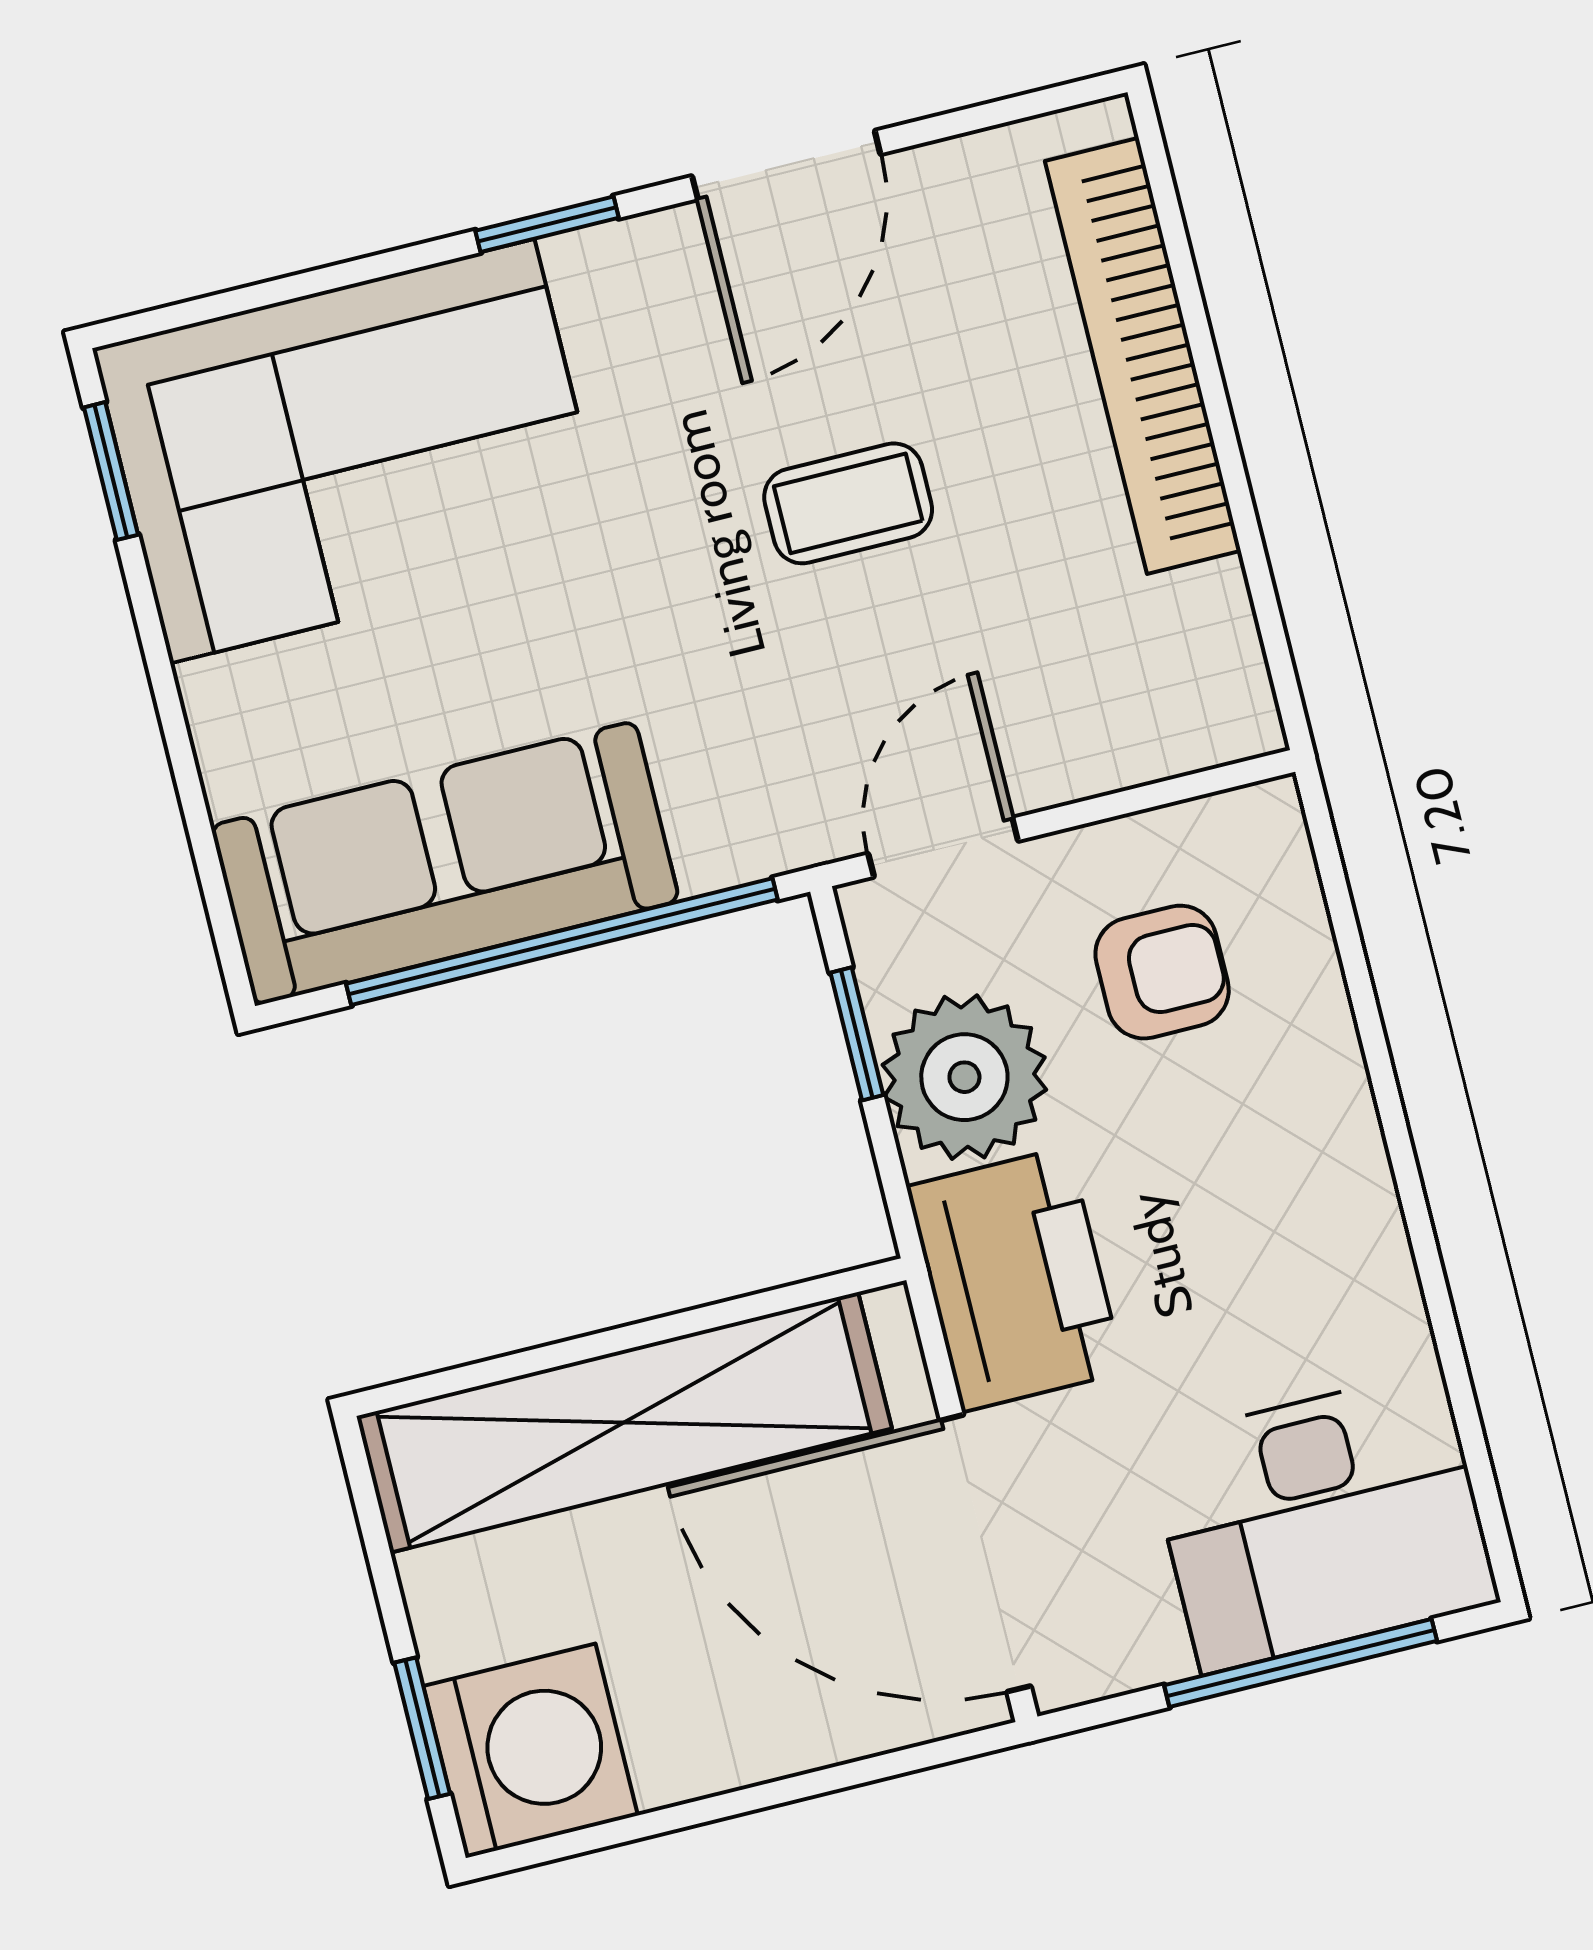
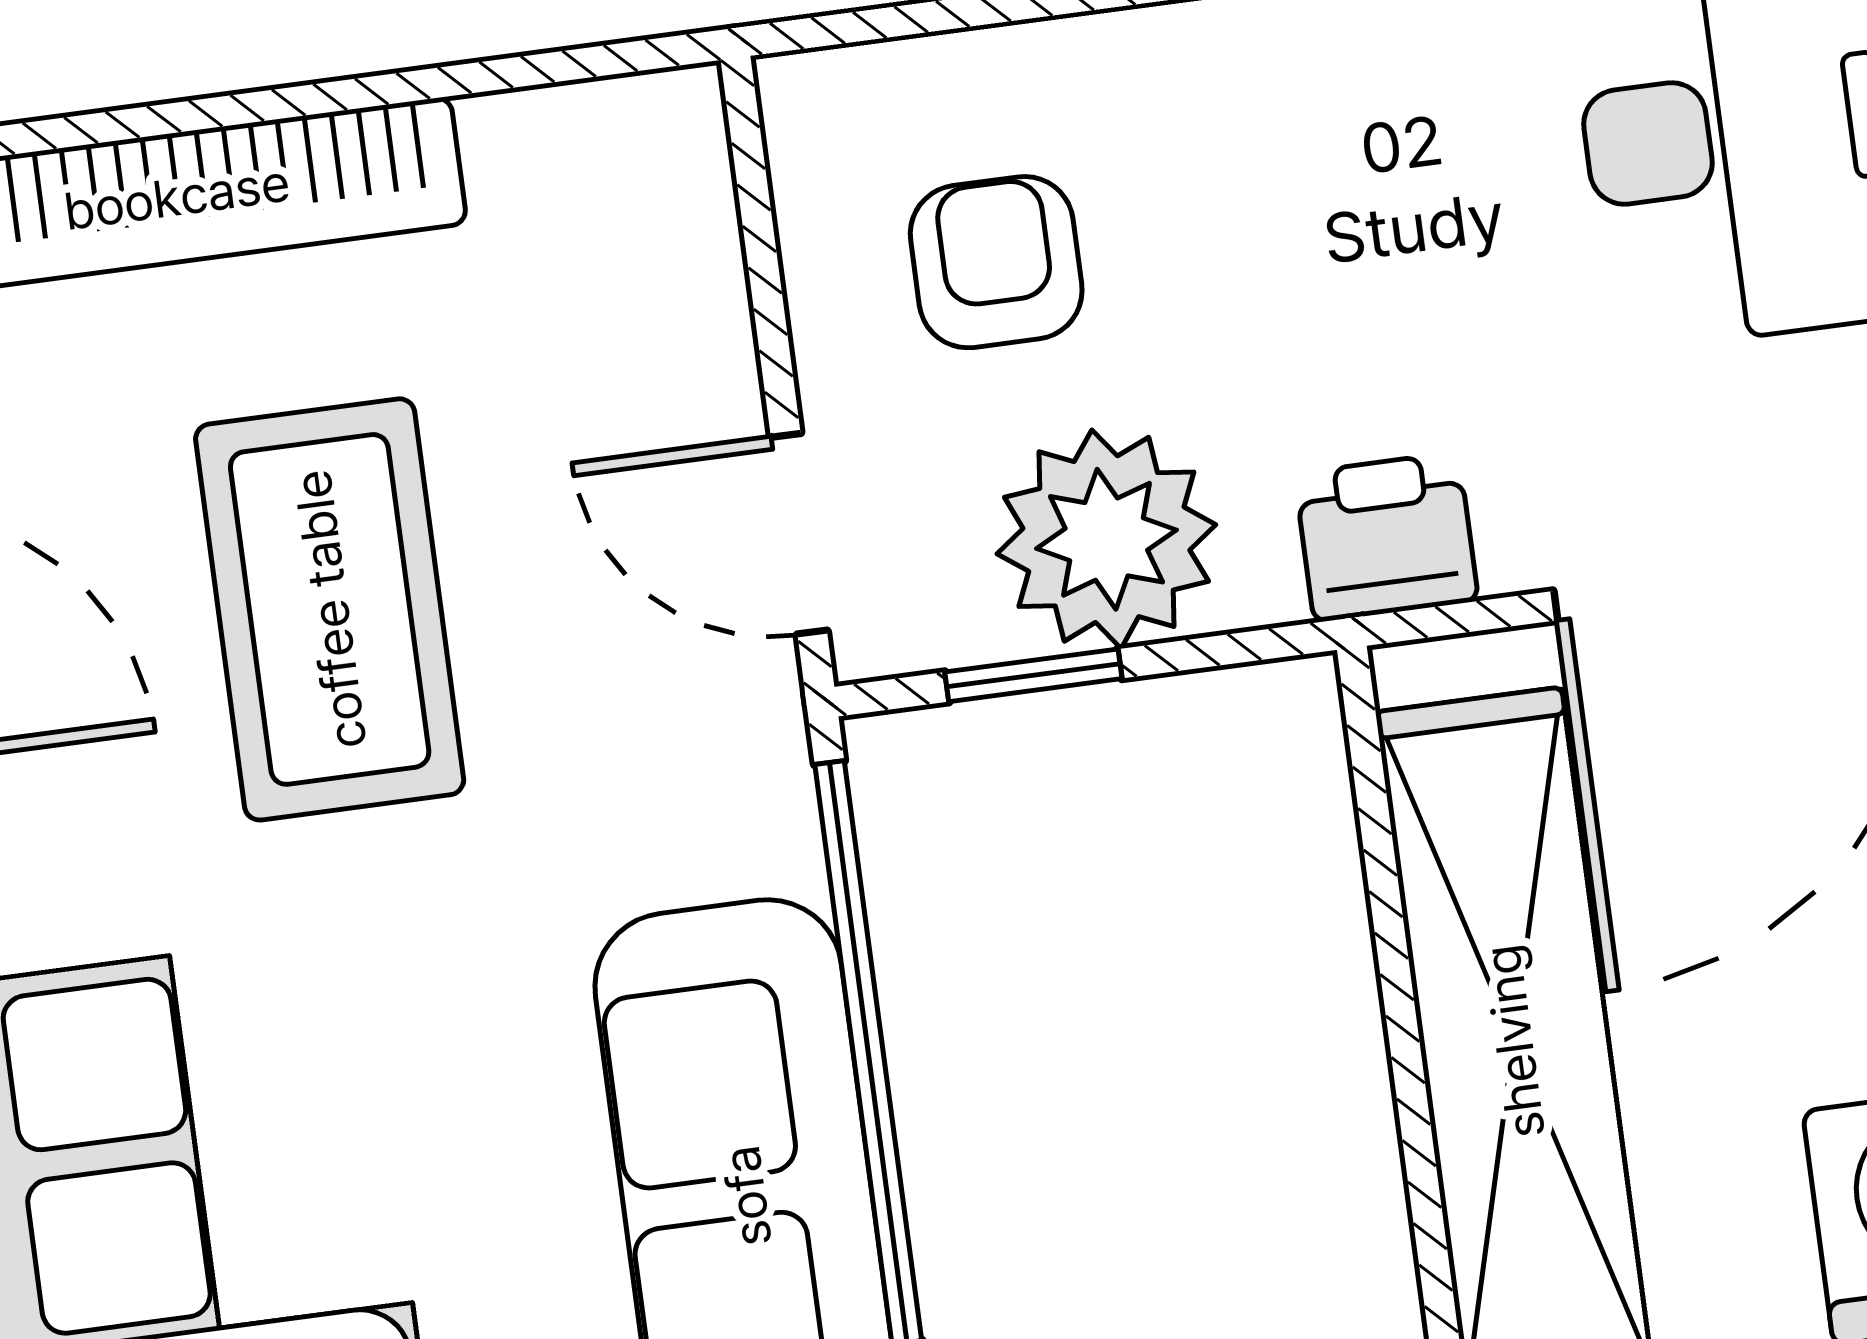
coffee table: (848, 503) -> (330, 609), width x1.86, depth x1.72
printer: (1015, 1279) -> (1386, 537), width x0.53, depth x0.68

